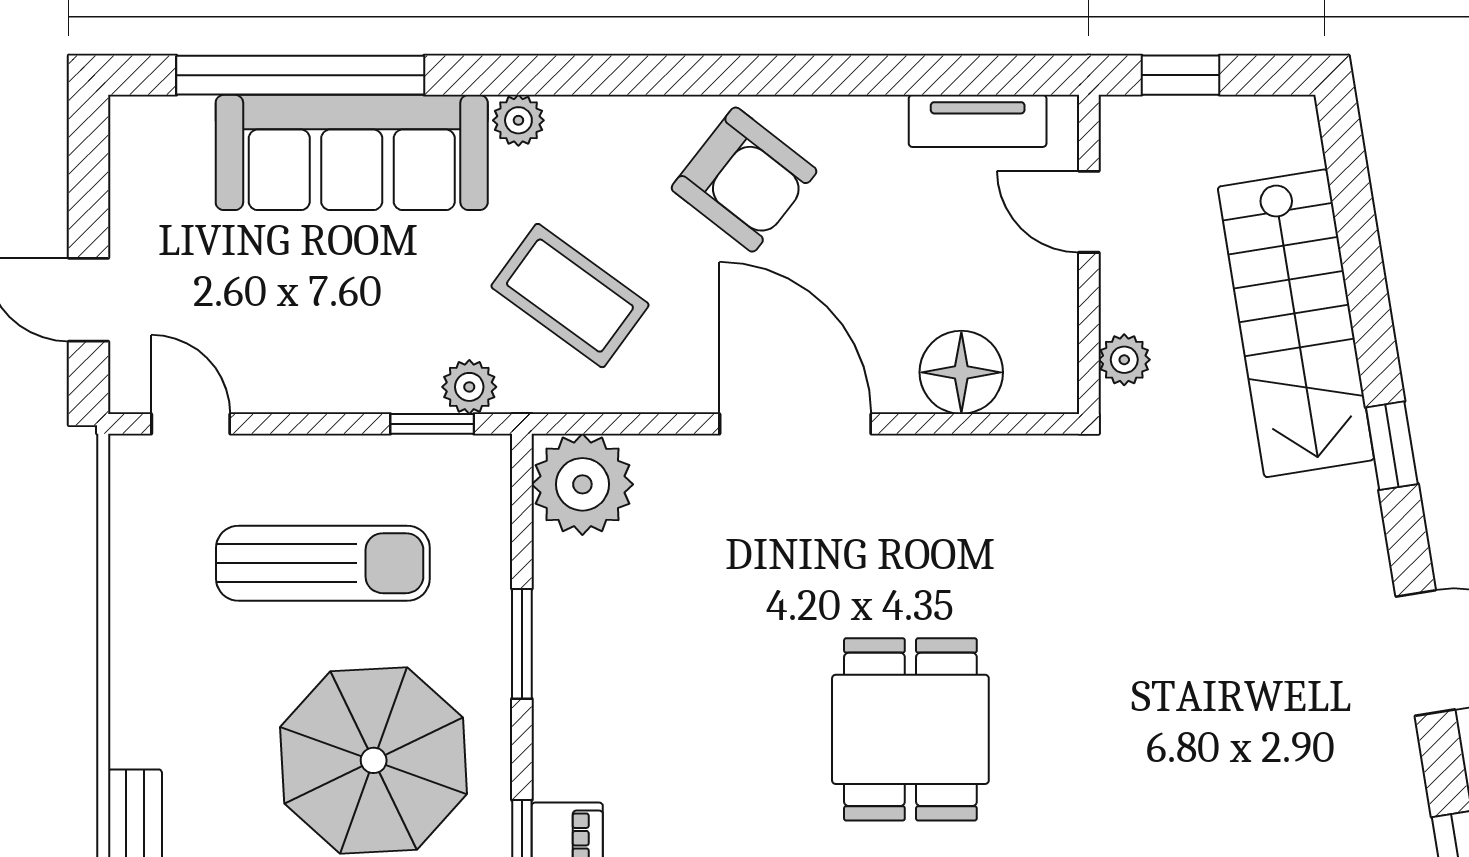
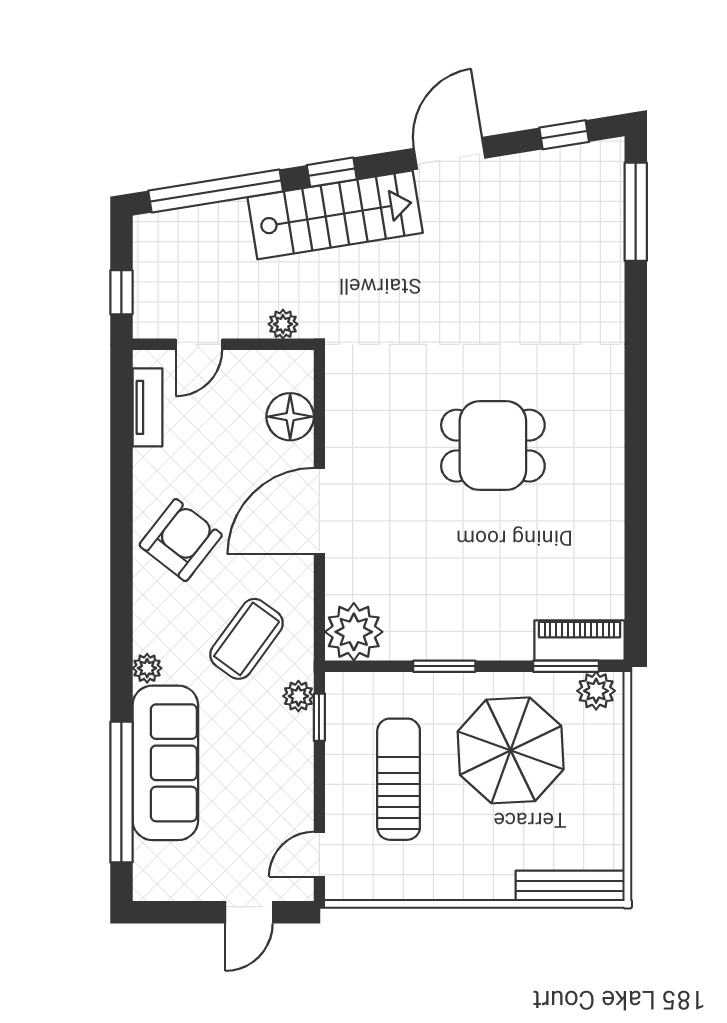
window: (1359, 241) -> (216, 191), added
stairs: (1296, 323) -> (335, 215), moved

